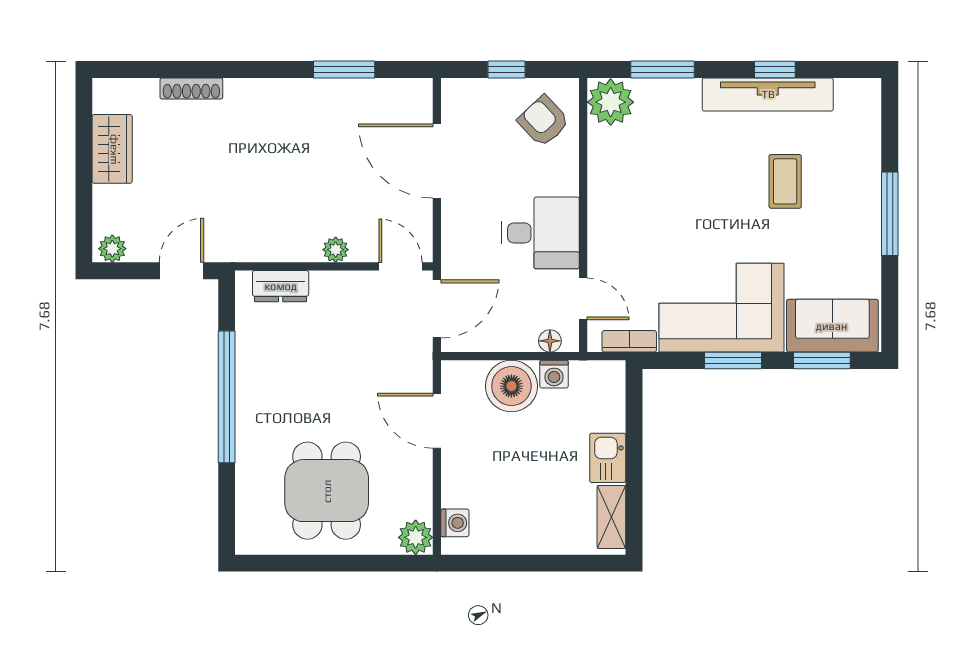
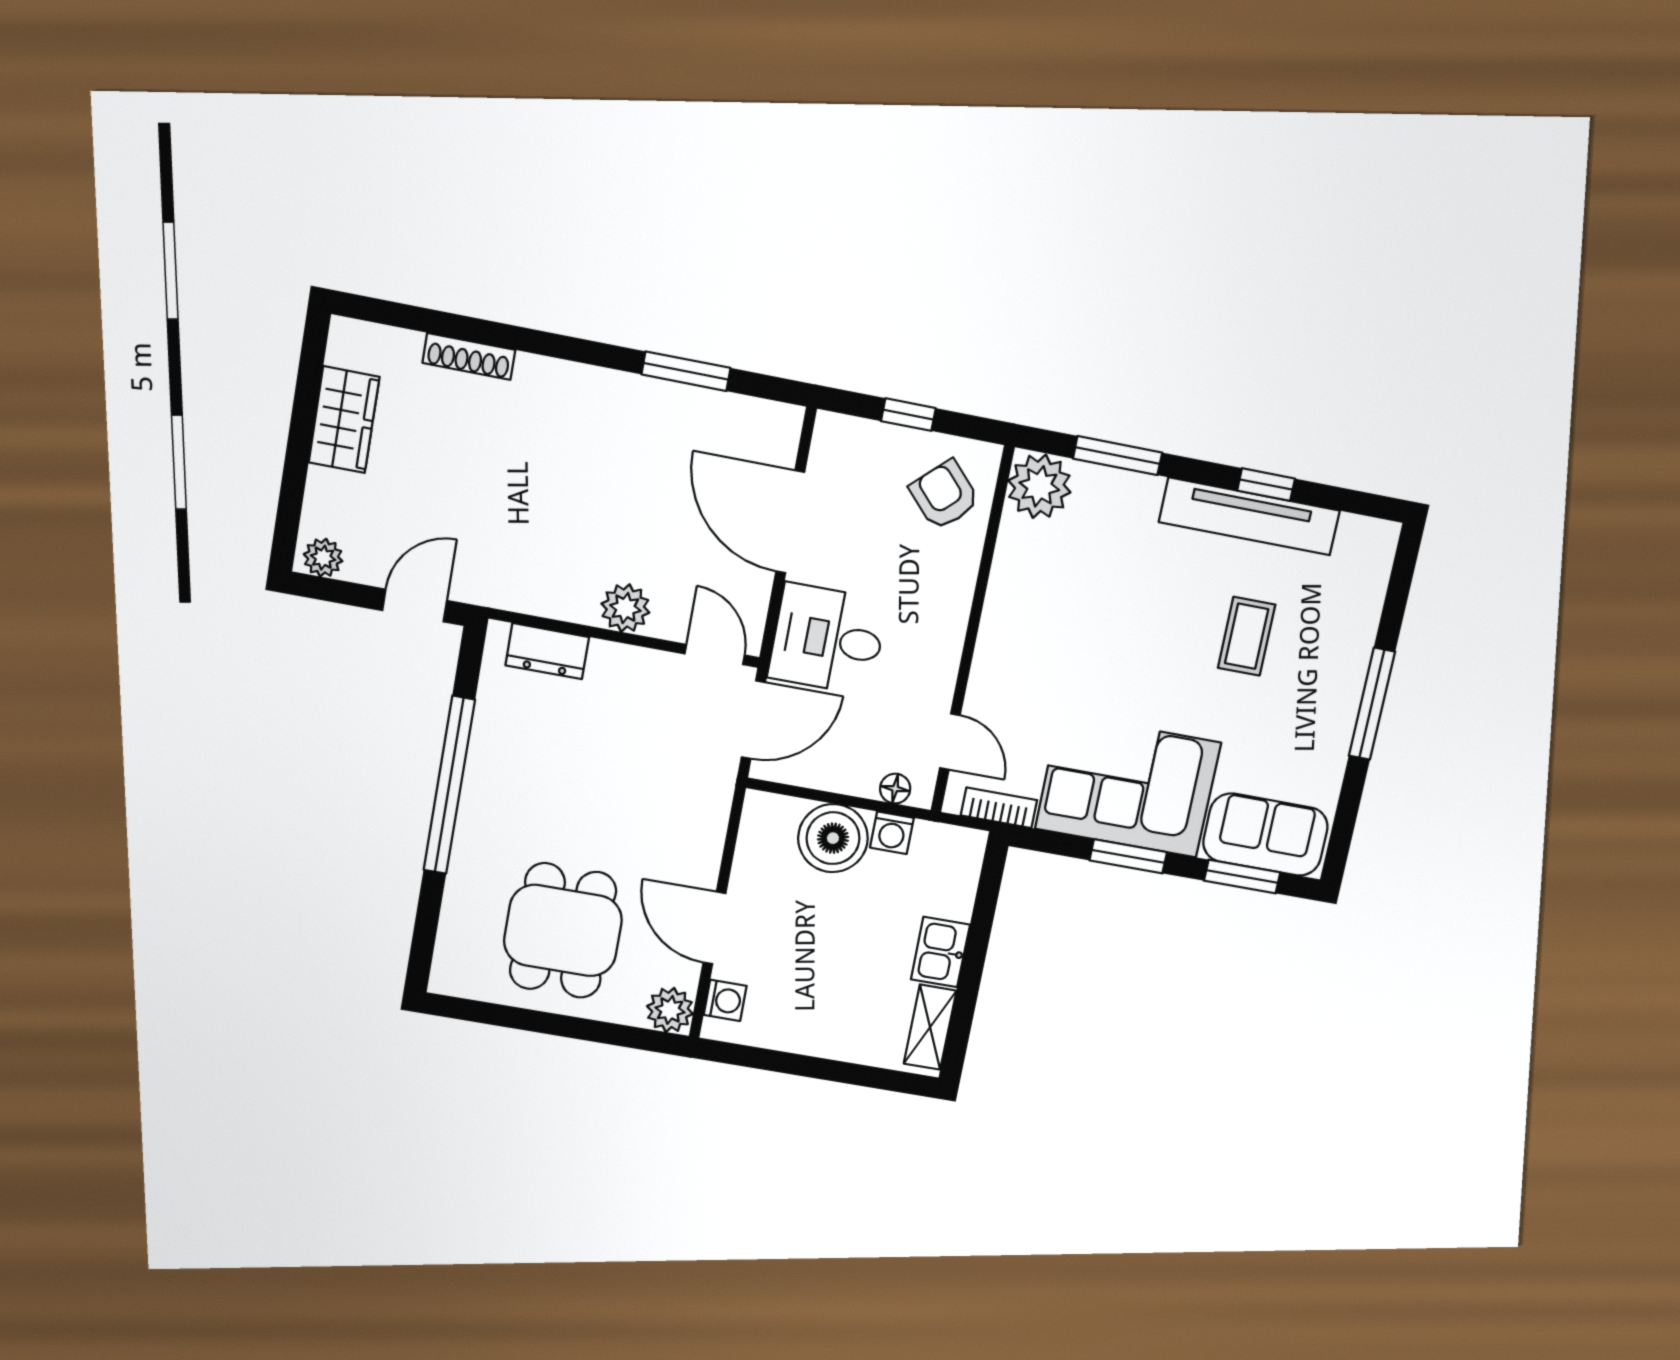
desk: (540, 233) -> (828, 639), moved, turned 180
plant: (336, 250) -> (625, 608), width x1.38, depth x1.38
door: (437, 421) -> (714, 928), moved

